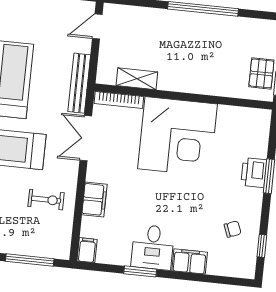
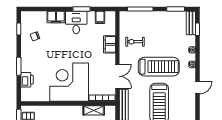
printer: (254, 173) -> (27, 80), moved
filing cabinet: (87, 250) -> (100, 17), moved

